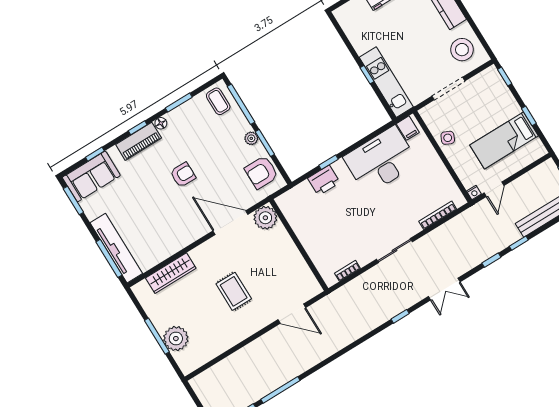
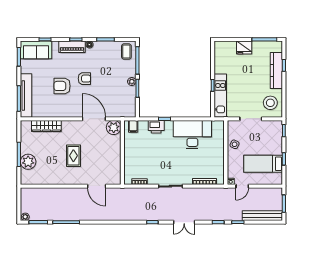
filing cabinet: (408, 128) -> (133, 126), moved
armchair: (261, 172) -> (62, 86), moved

